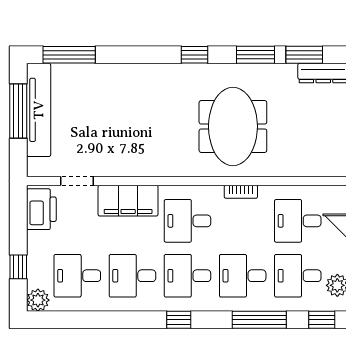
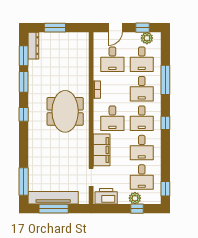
meeting table: (233, 126) -> (65, 111), moved, turned 90
plant: (38, 300) -> (135, 198), moved
window: (322, 320) -> (165, 189), moved

